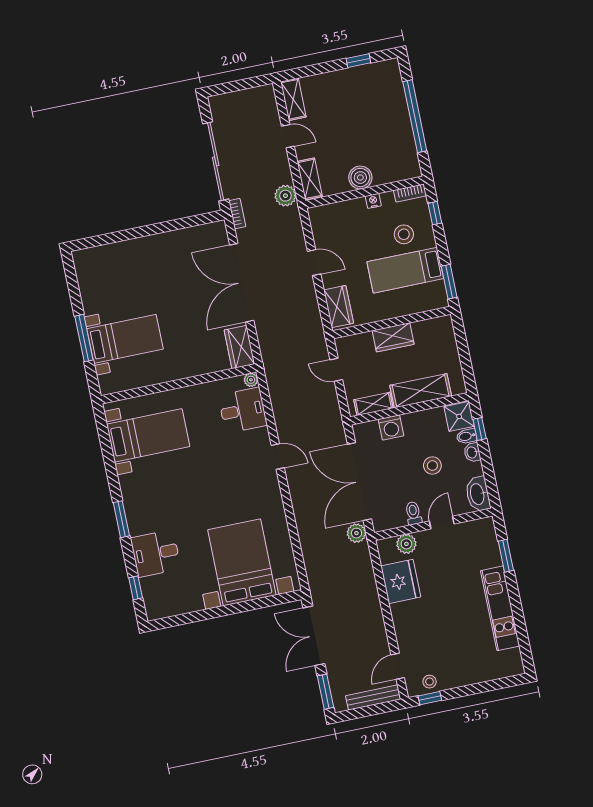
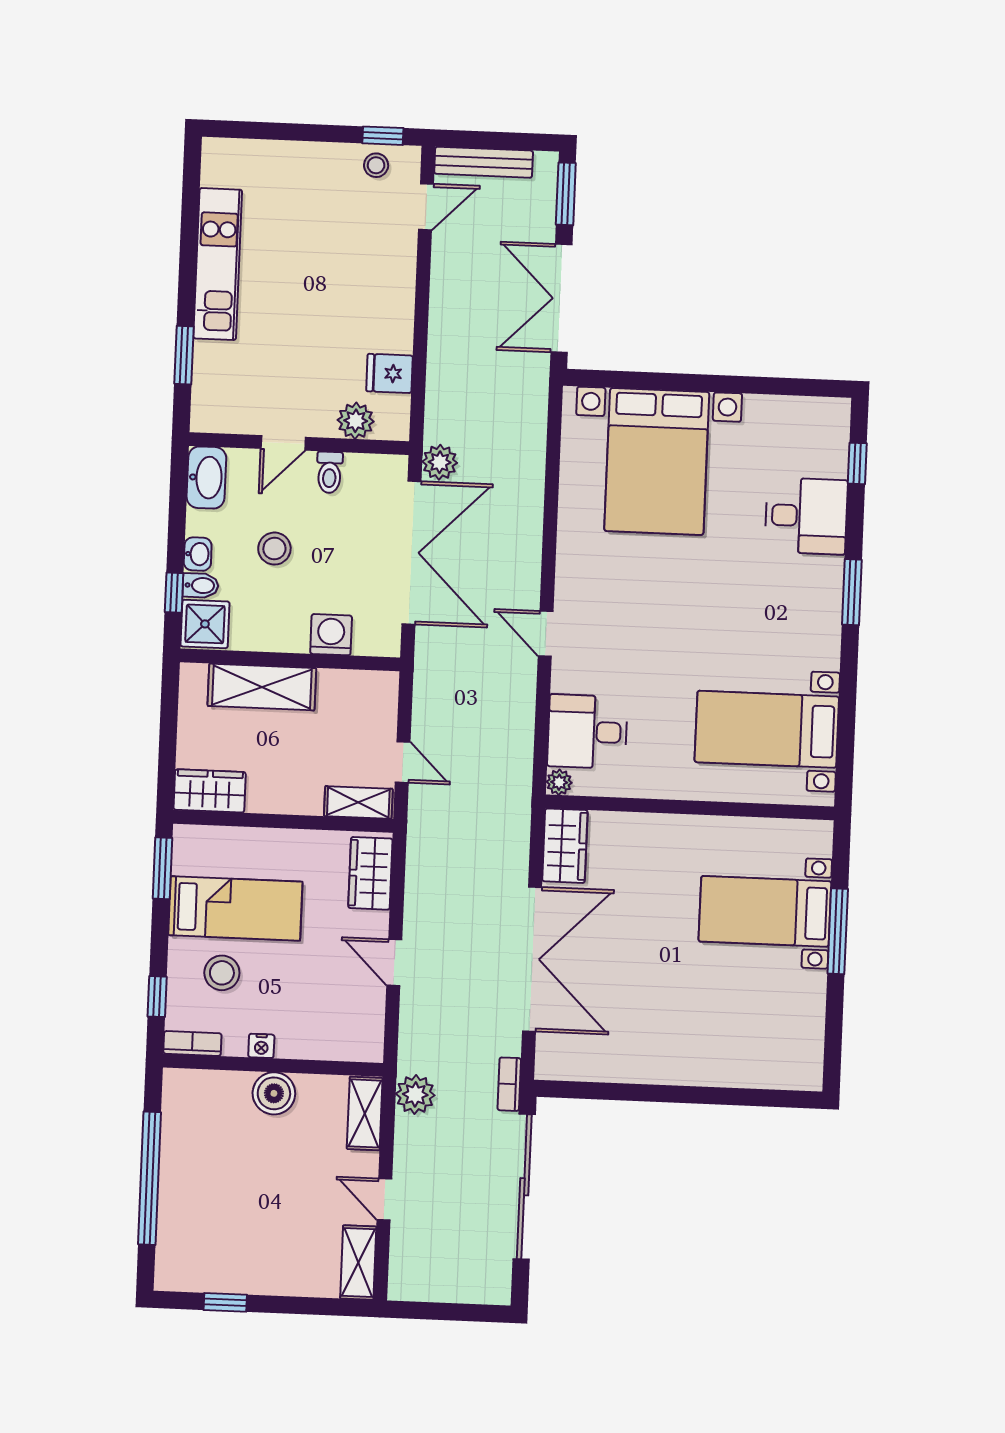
wardrobe: (393, 337) -> (210, 791), moved
shelving: (373, 404) -> (358, 802), moved
fridge: (401, 581) -> (390, 373), width x0.53, depth x0.75
double door: (314, 636) -> (561, 298), swing flipped

